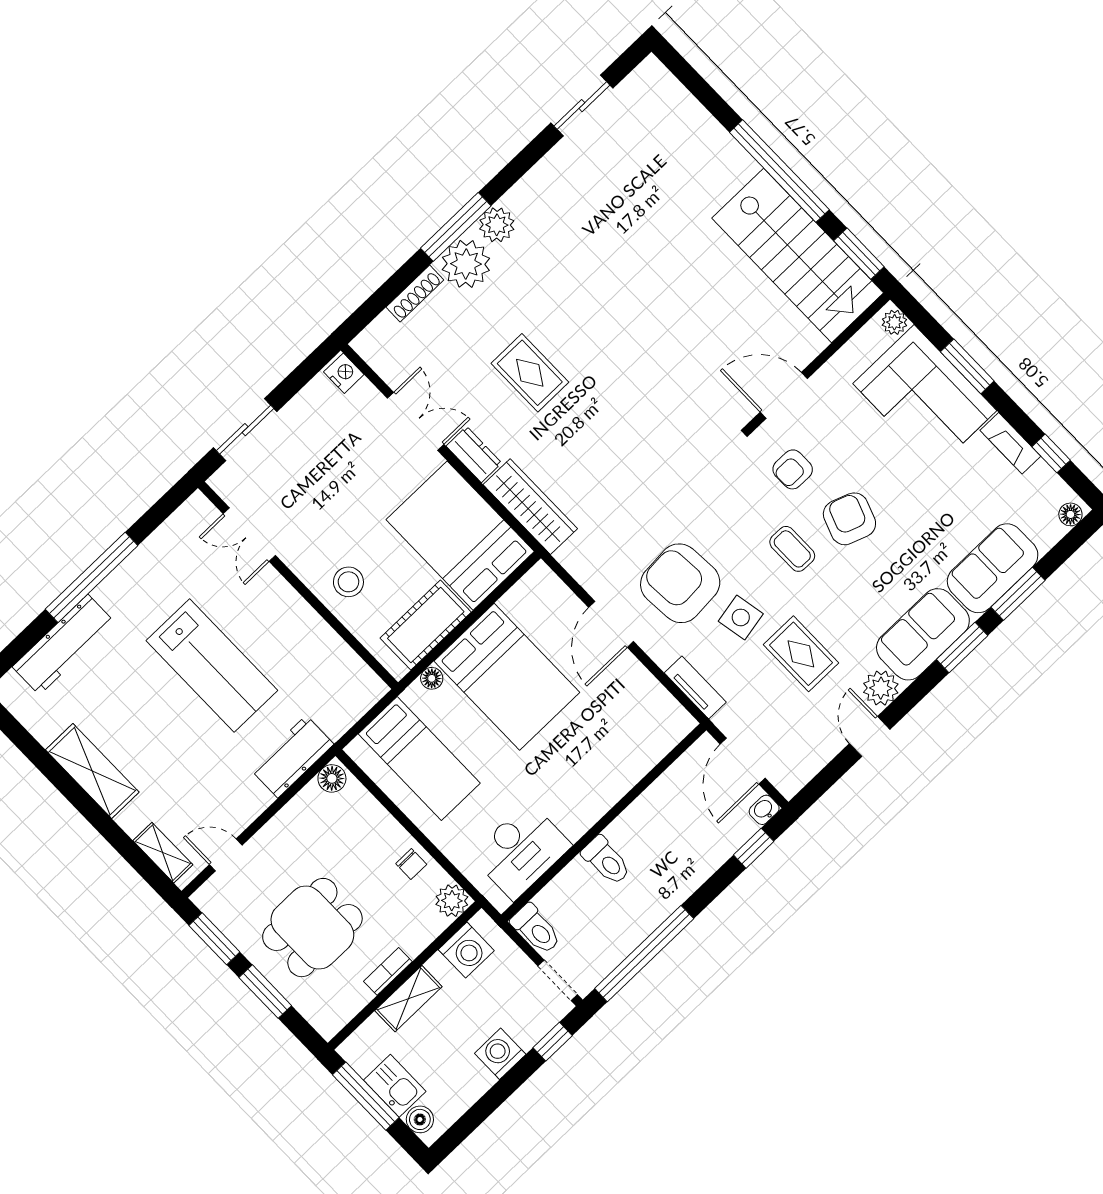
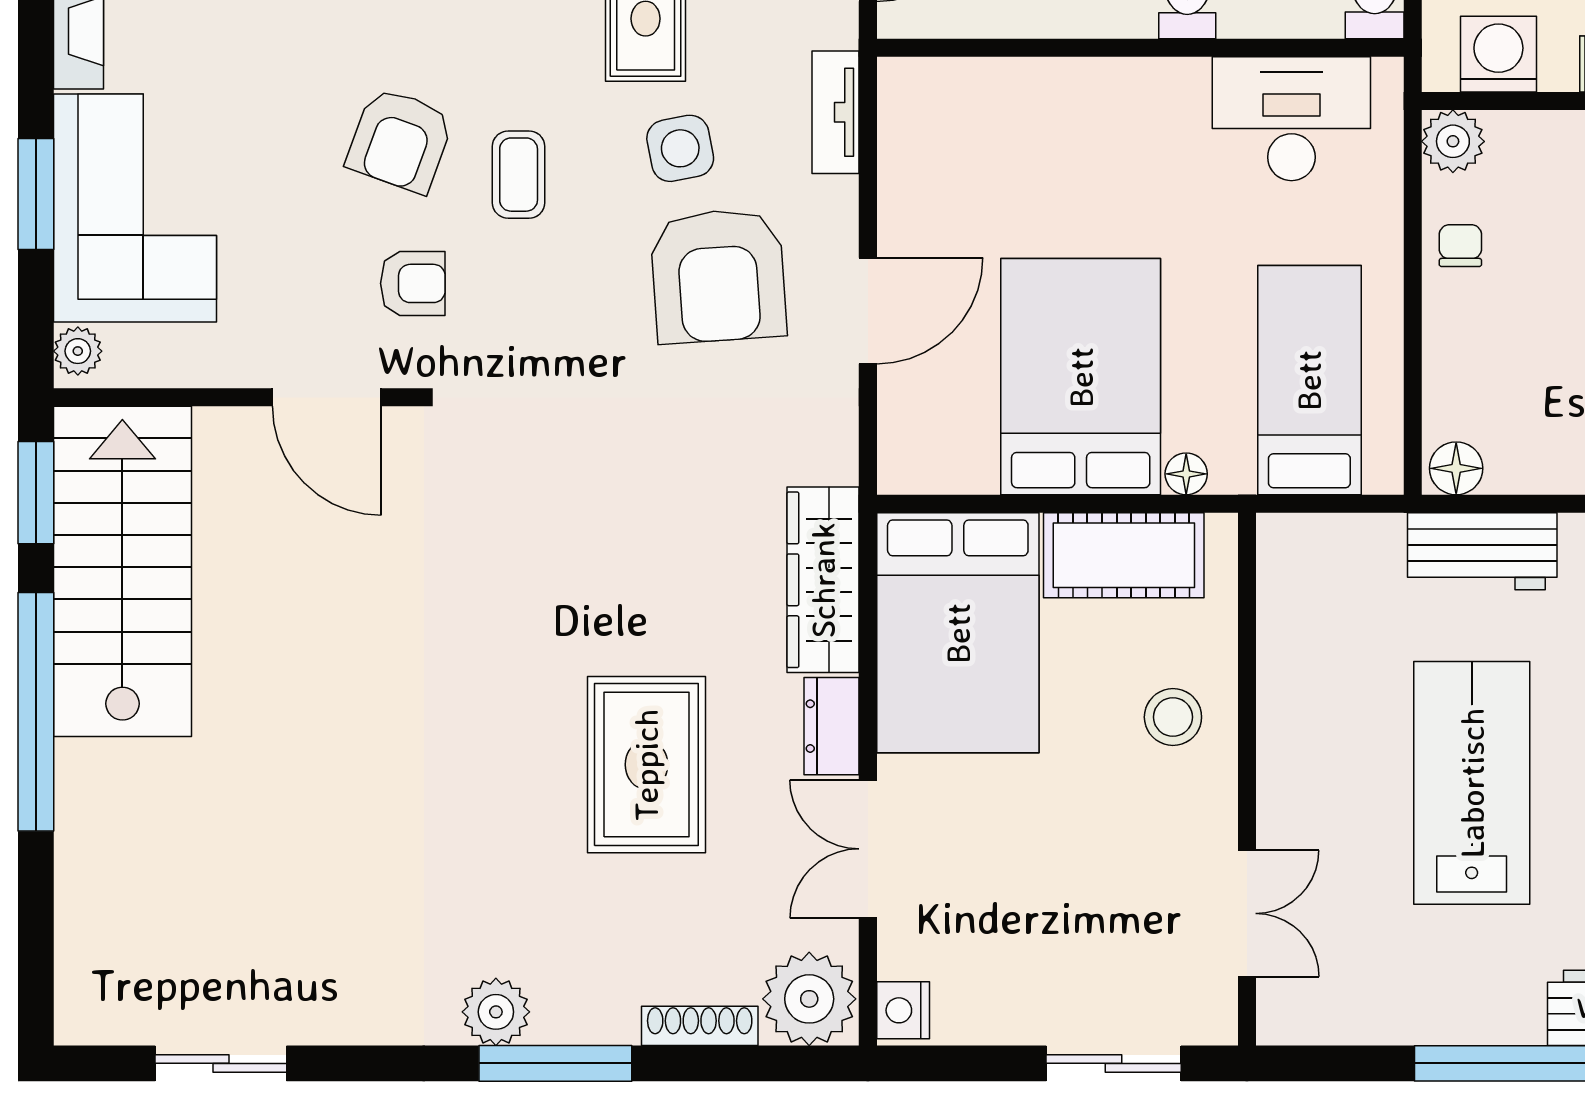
plant: (466, 264) -> (809, 999), moved
rug: (530, 373) -> (646, 765), width x1.36, depth x1.43

